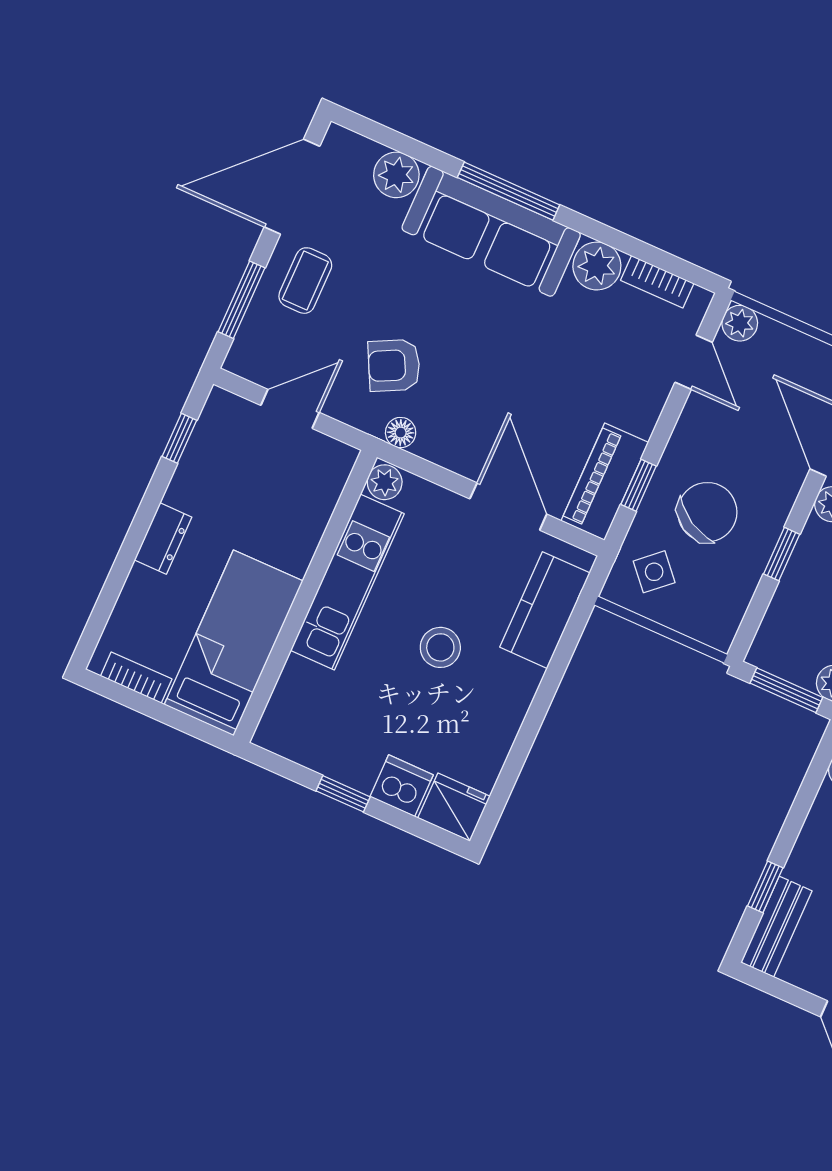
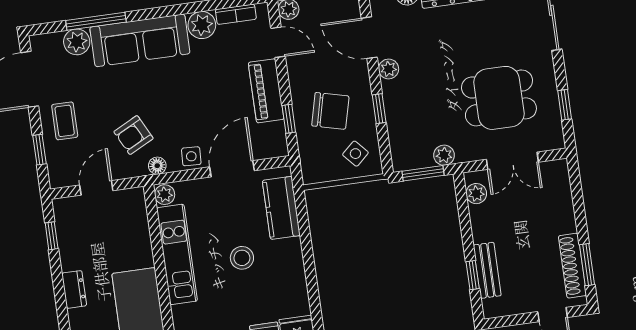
window: (509, 191) -> (96, 21), moved
window: (241, 300) -> (40, 150), width x0.67
side table: (460, 450) -> (191, 156), added
piano: (605, 482) -> (266, 91), moved
door: (508, 506) -> (232, 169), hinge flipped
chair: (707, 512) -> (330, 111), turned 74
side table: (654, 572) -> (355, 154), moved
bench: (776, 927) -> (487, 270), moved

